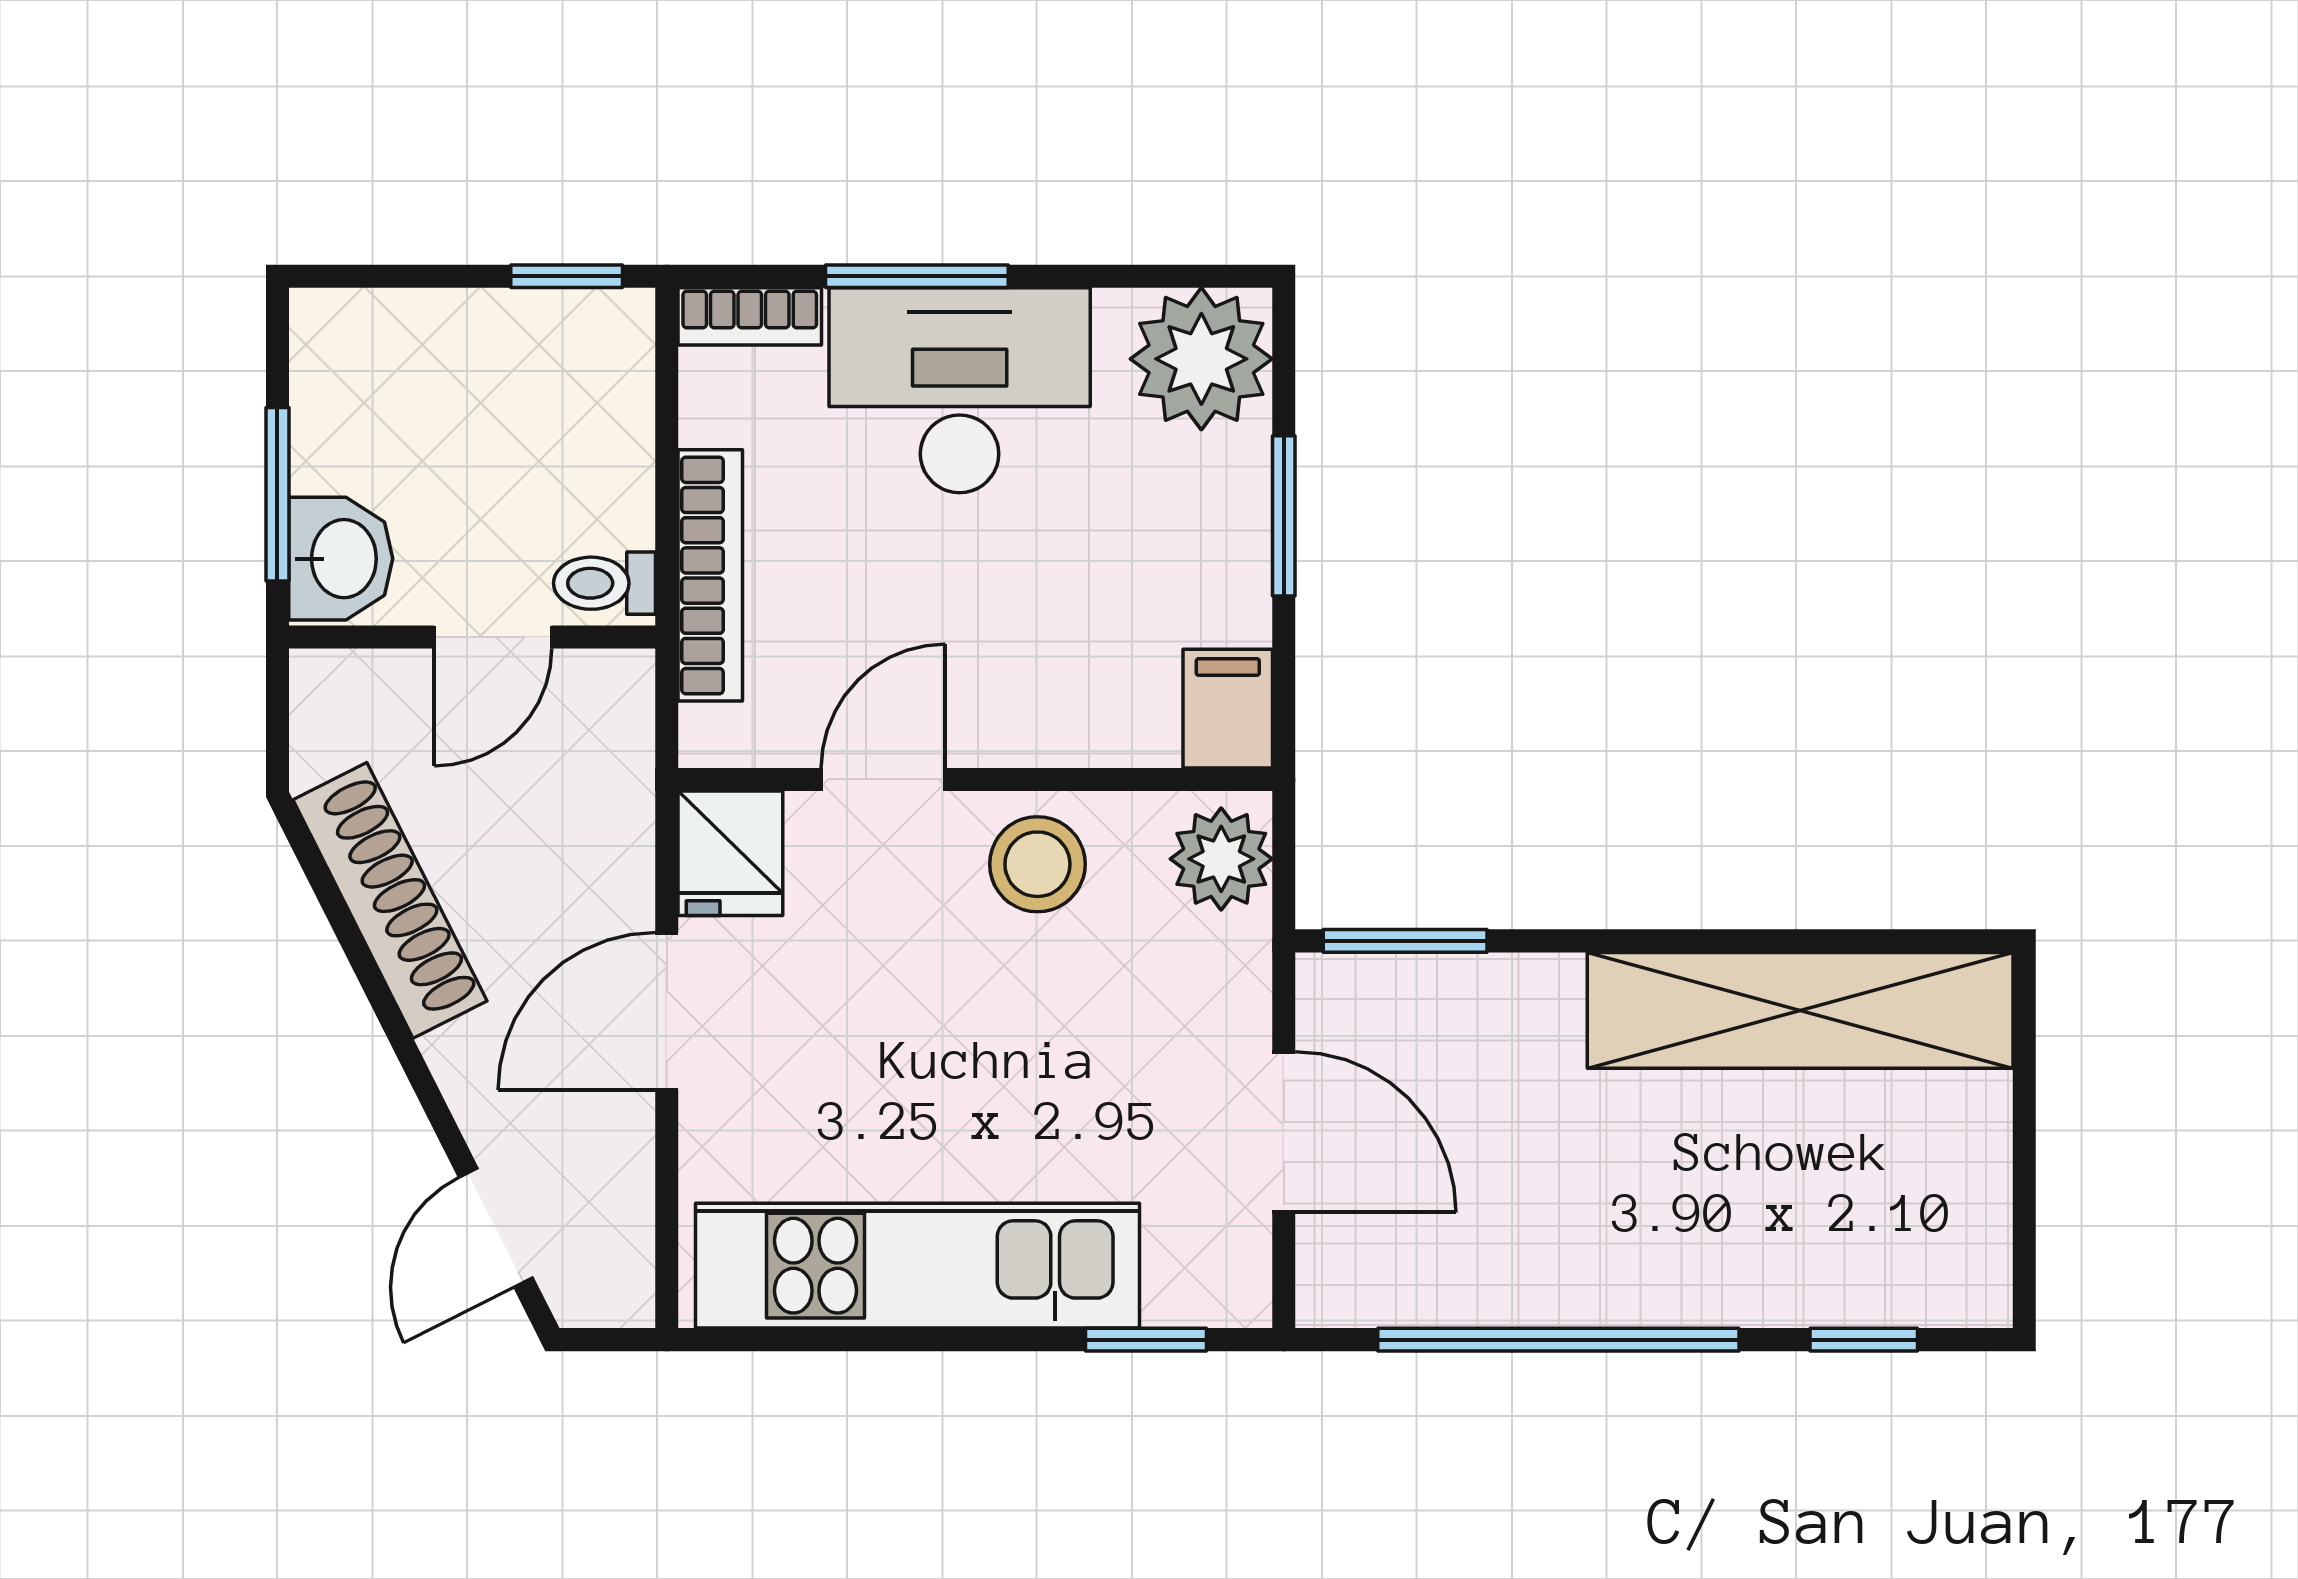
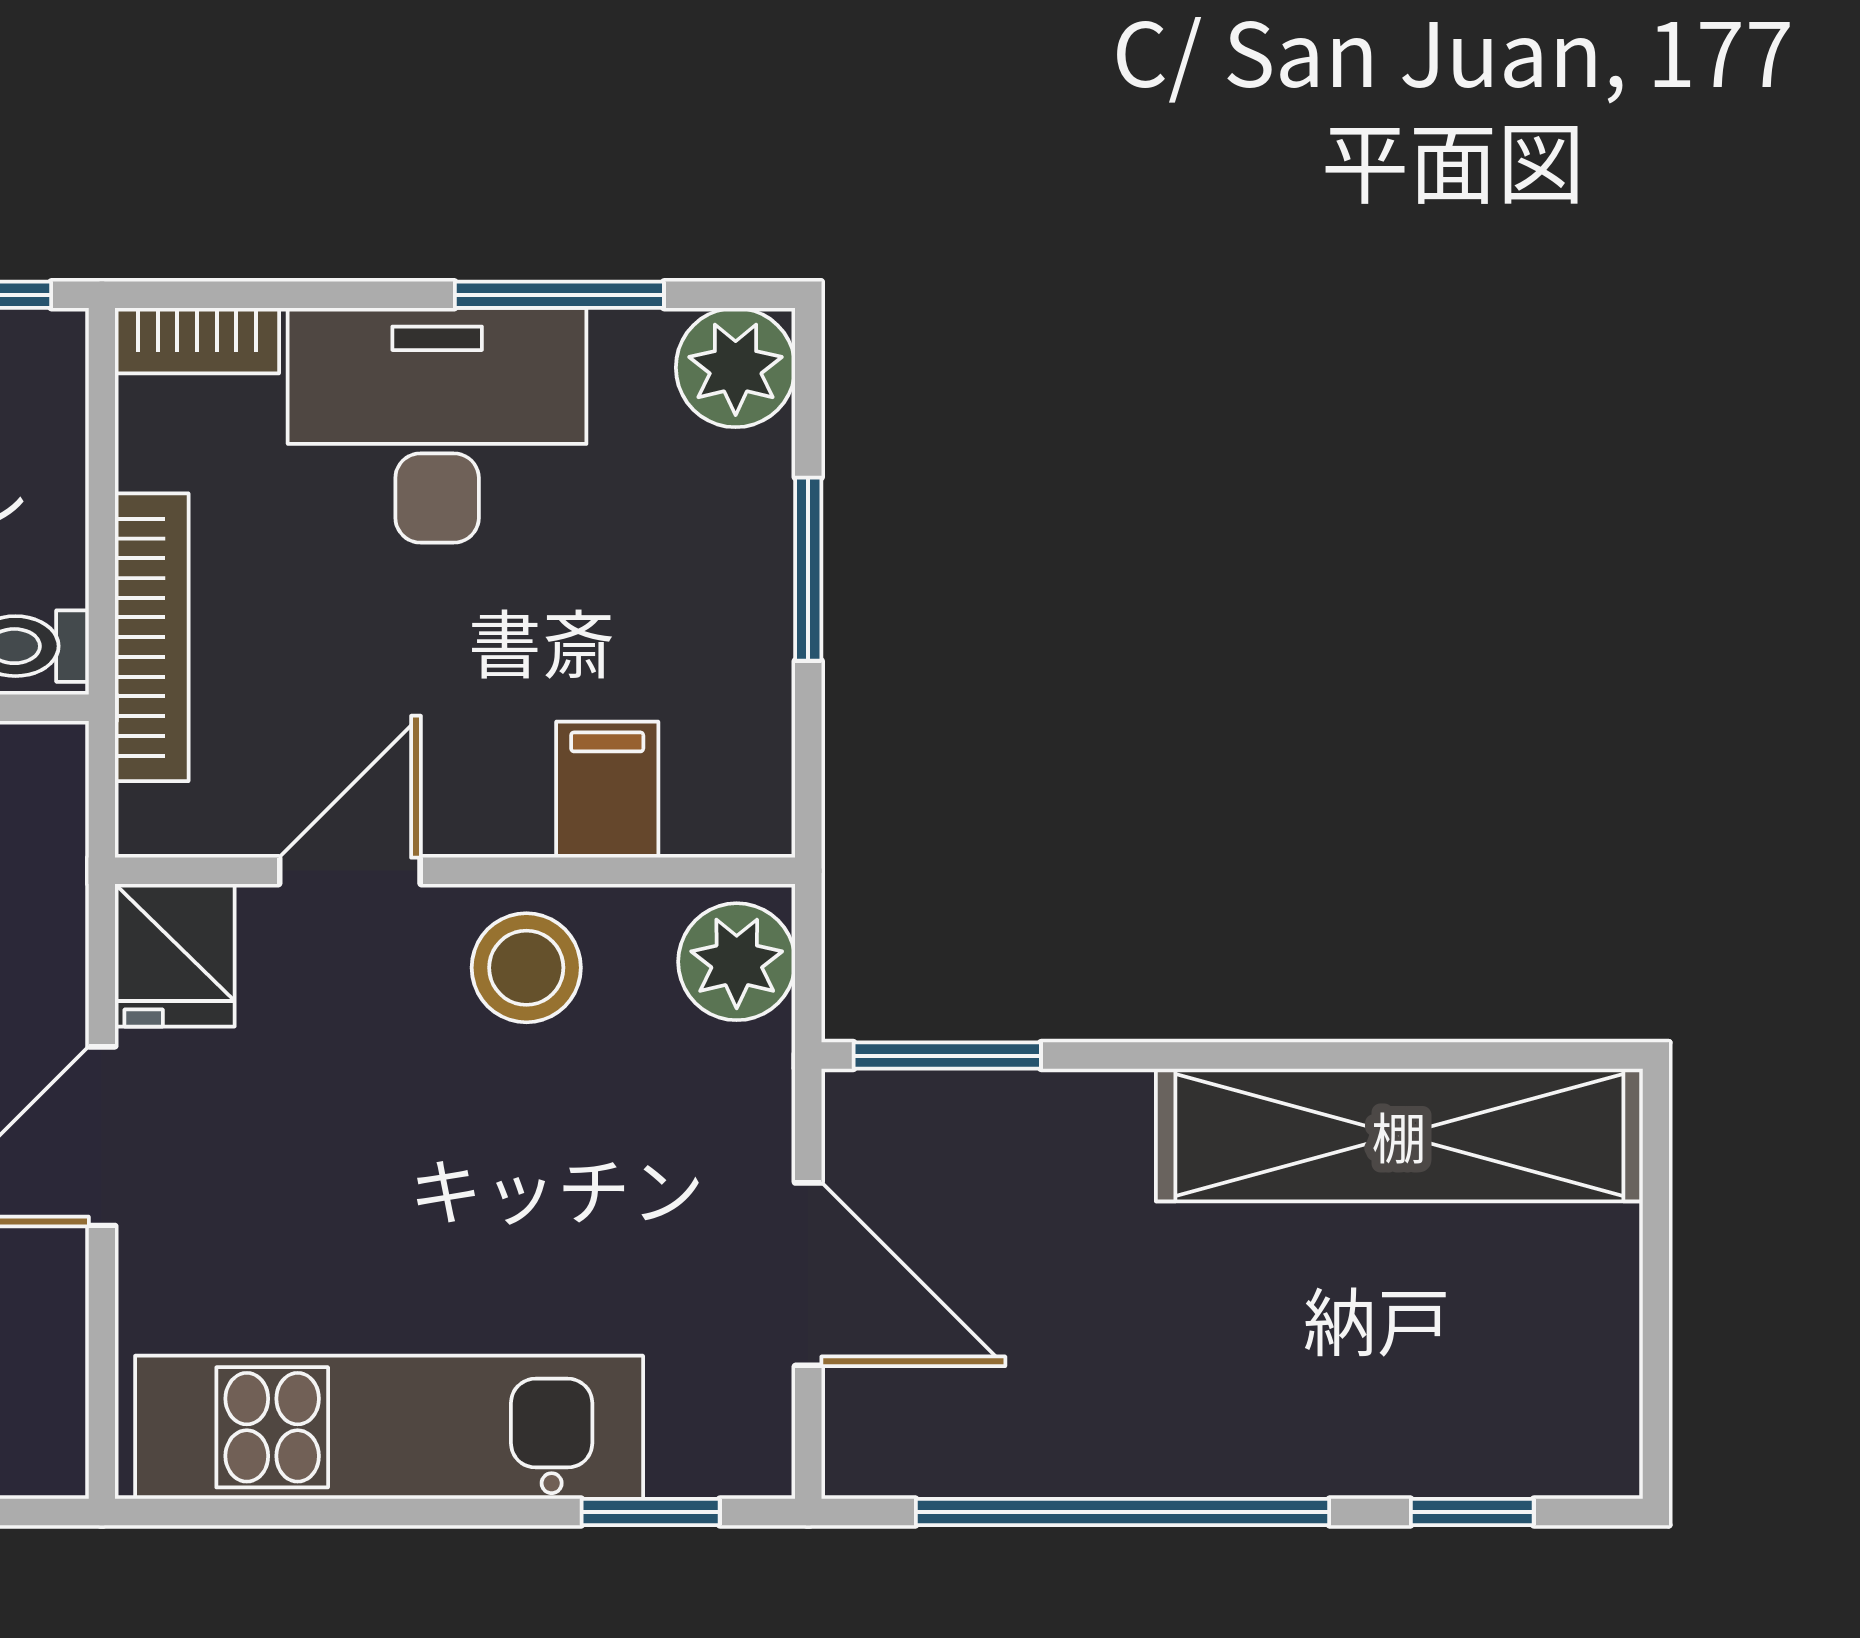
window: (917, 276) -> (559, 295), moved
plant: (1201, 359) -> (736, 368), width x0.73, depth x0.73
filing cabinet: (1228, 709) -> (607, 790), moved

